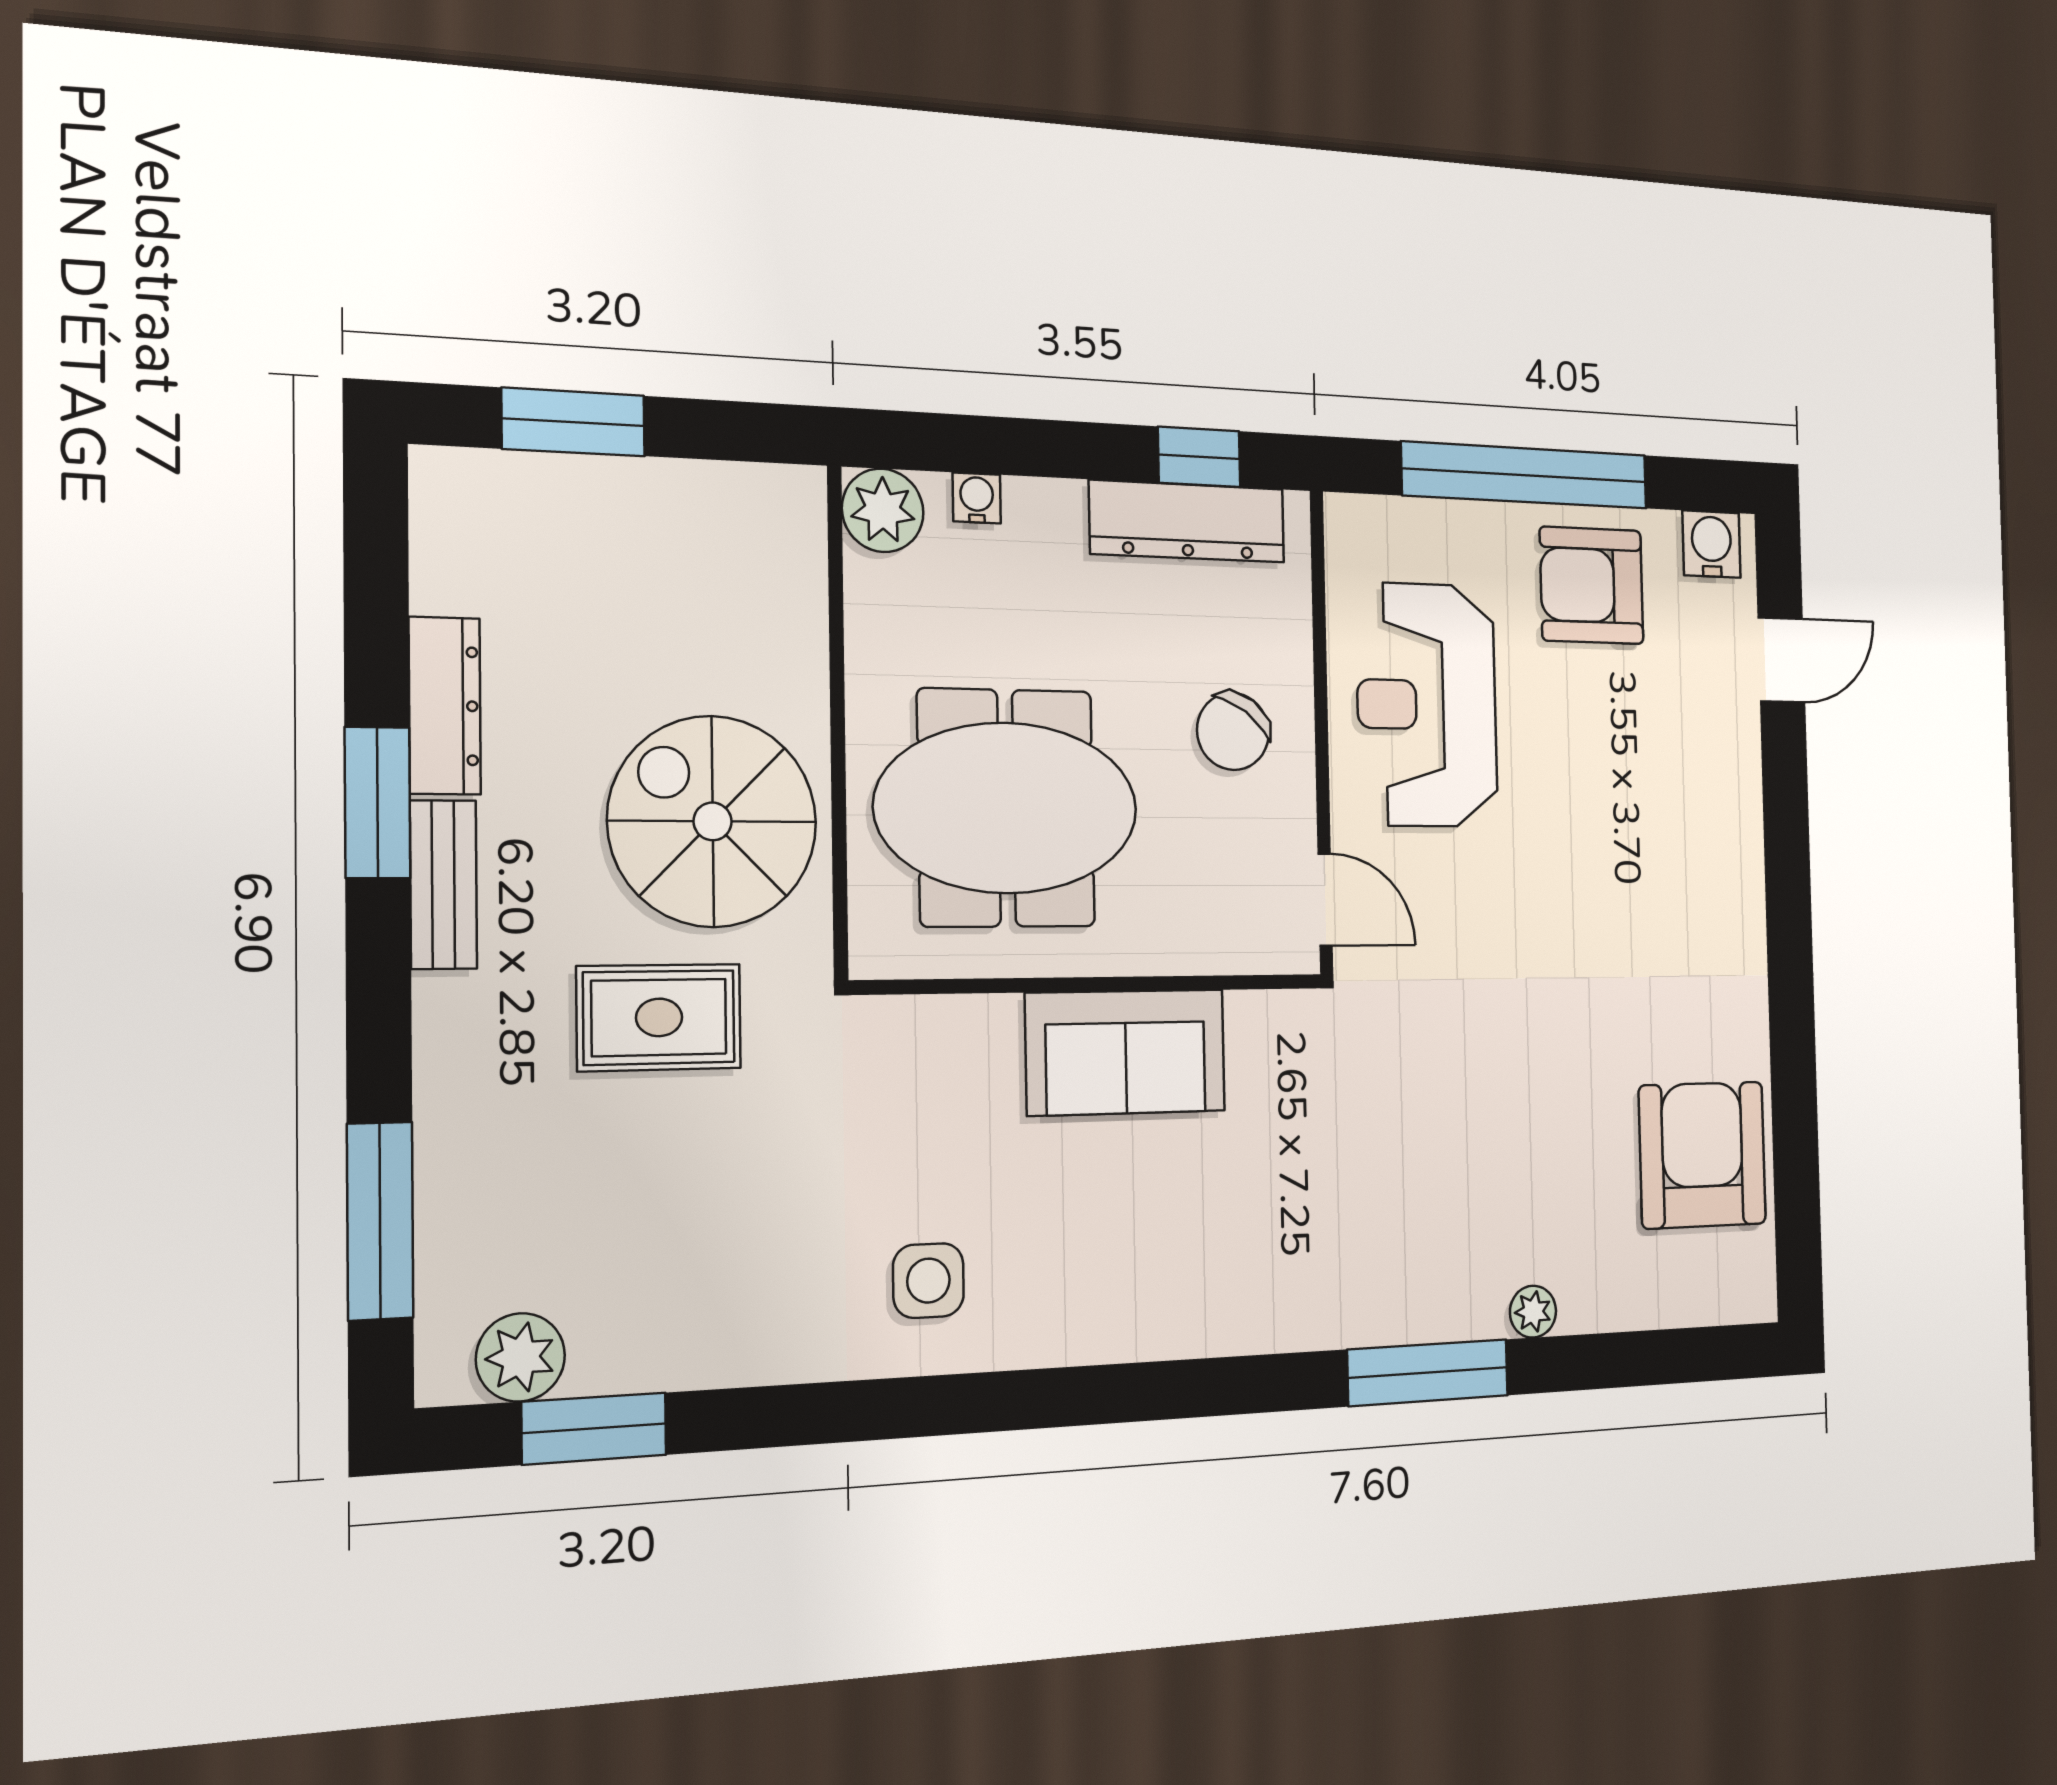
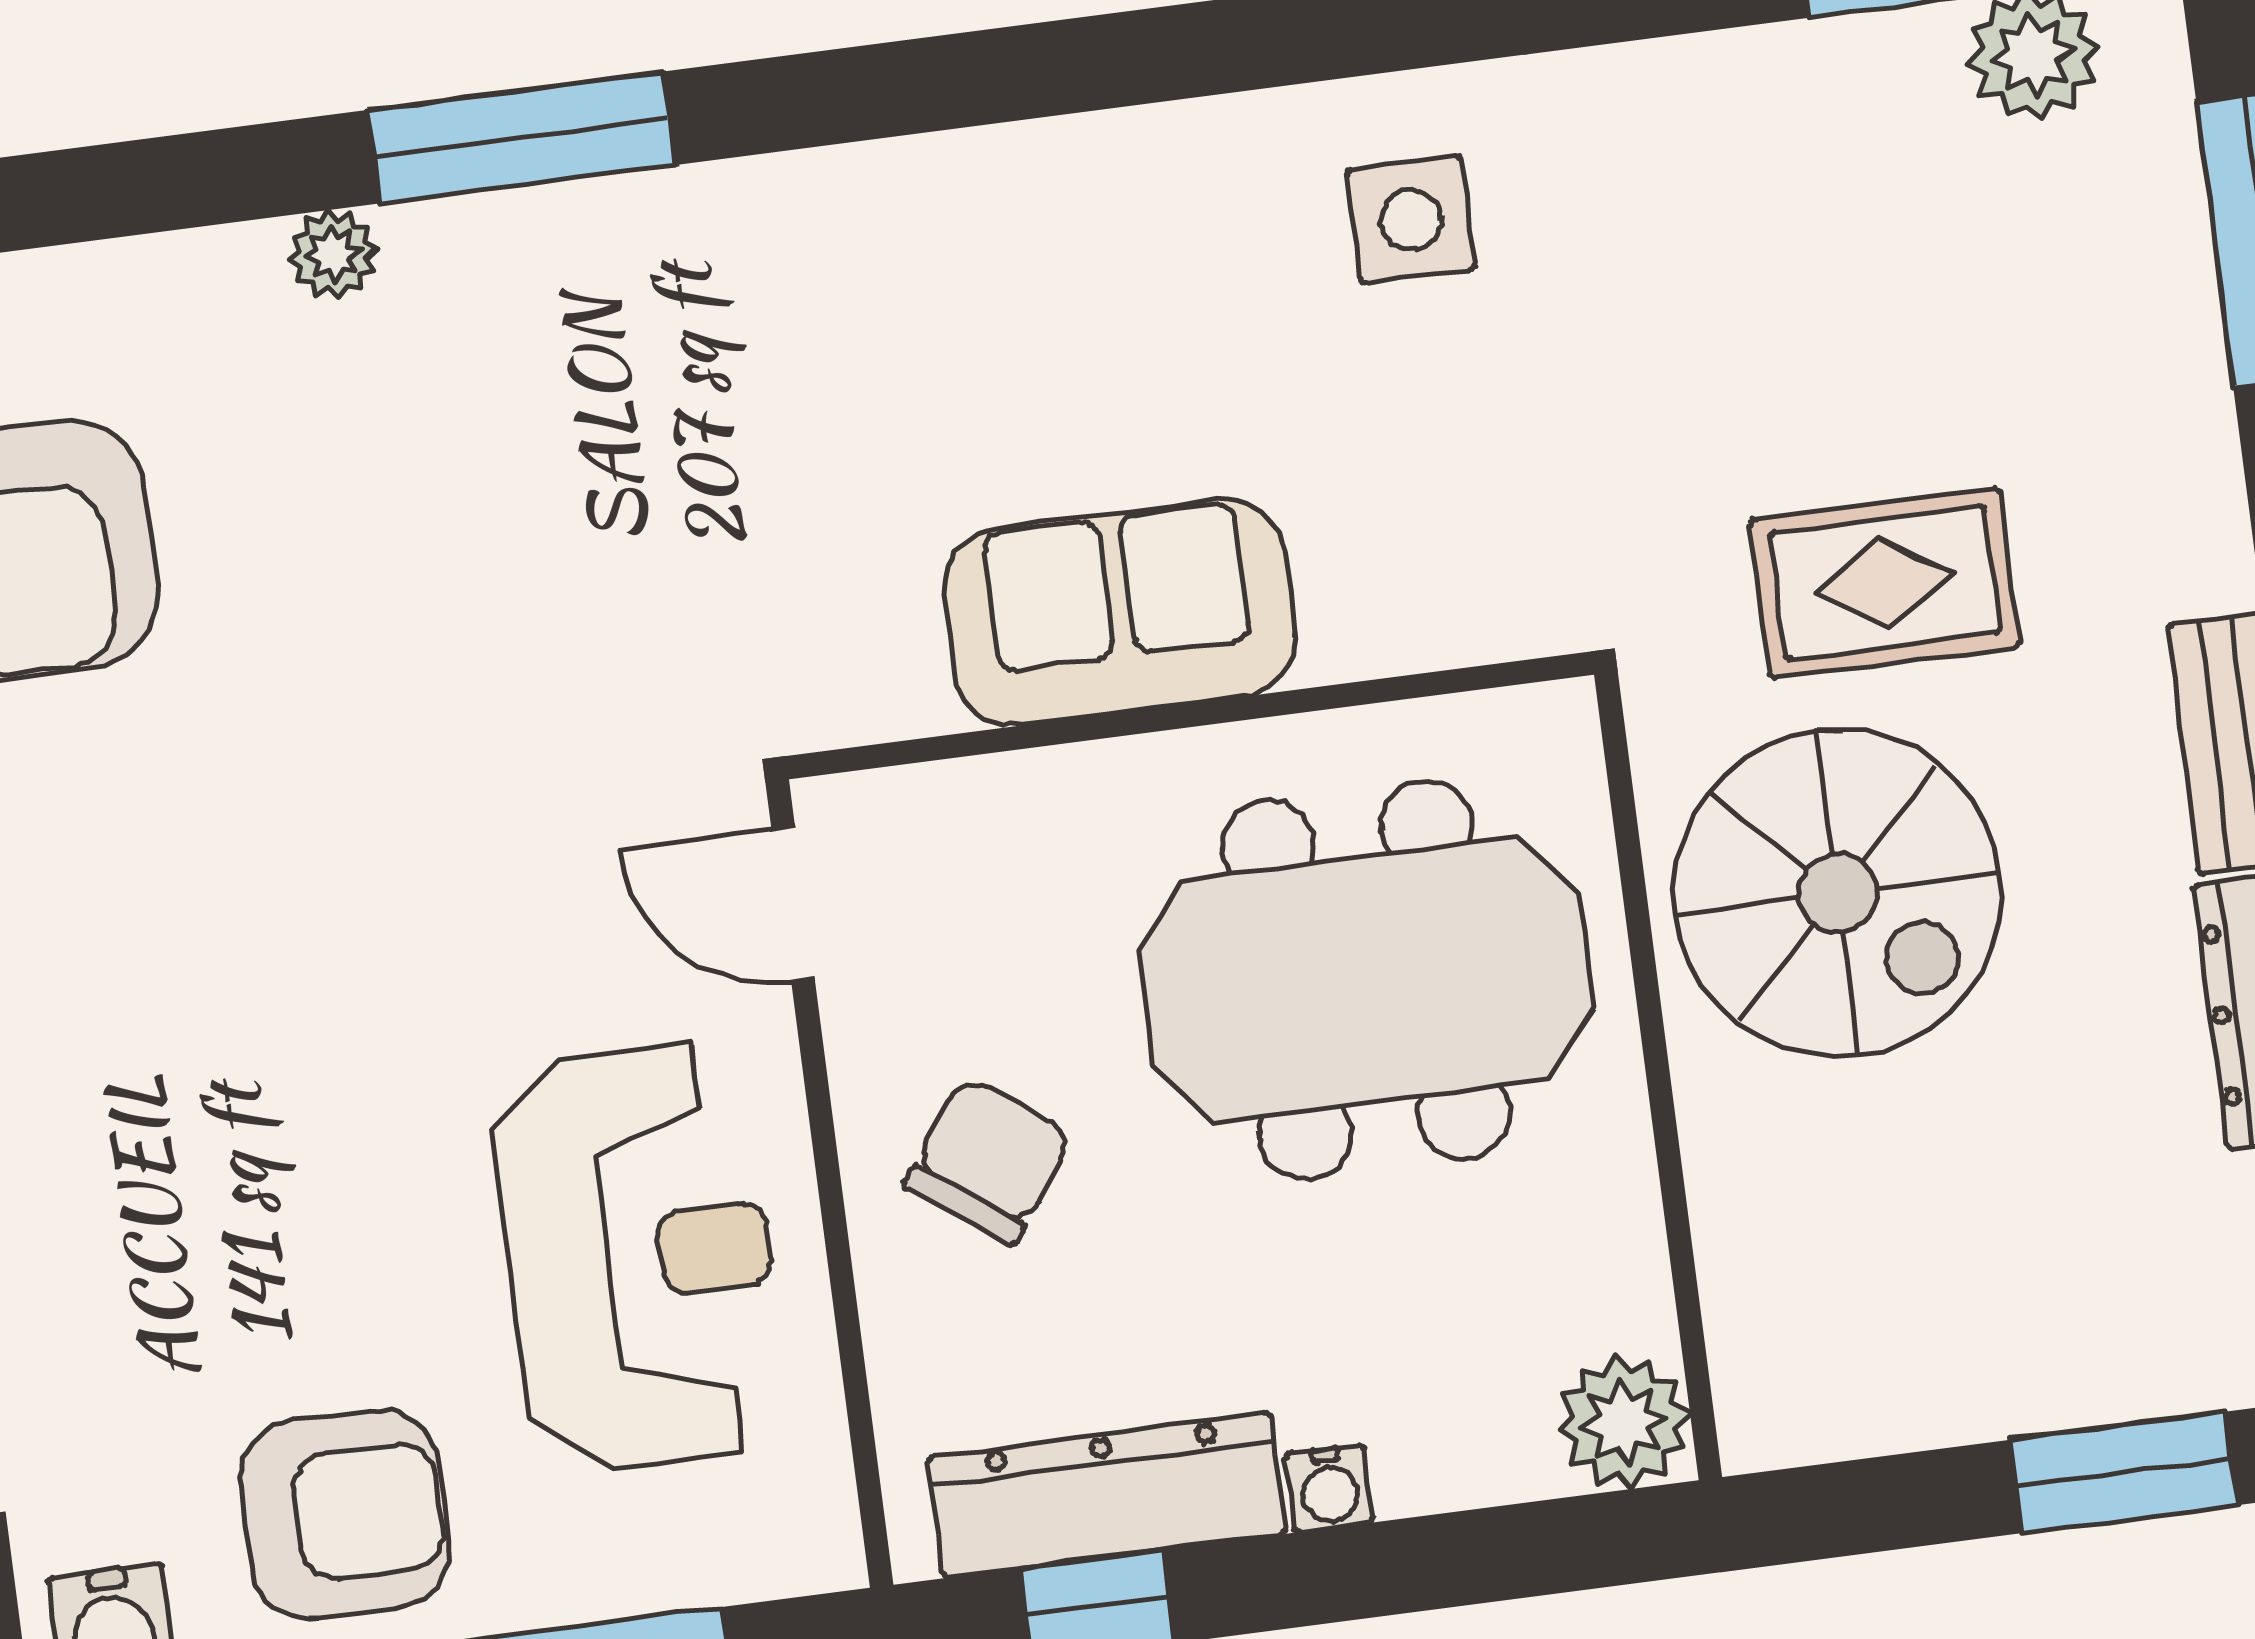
water cooler: (977, 498) -> (1329, 1488), moved

